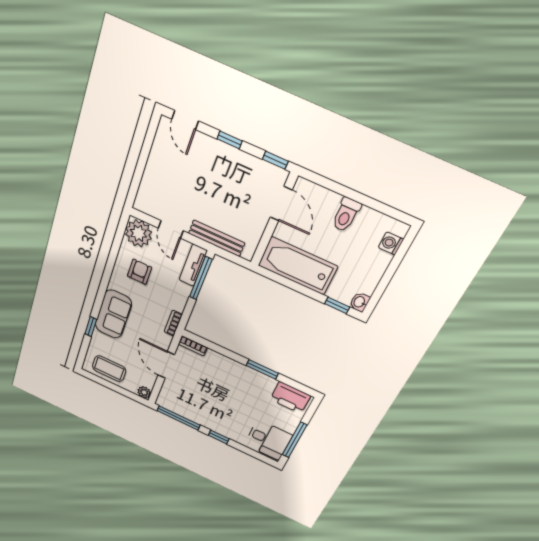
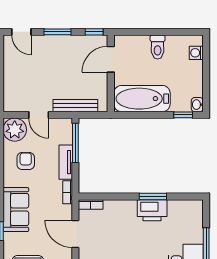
window: (230, 140) -> (57, 32), width x1.50
door: (281, 204) -> (111, 59), swing flipped
tv unit: (193, 265) -> (66, 162), moved
printer: (290, 398) -> (152, 210), moved

